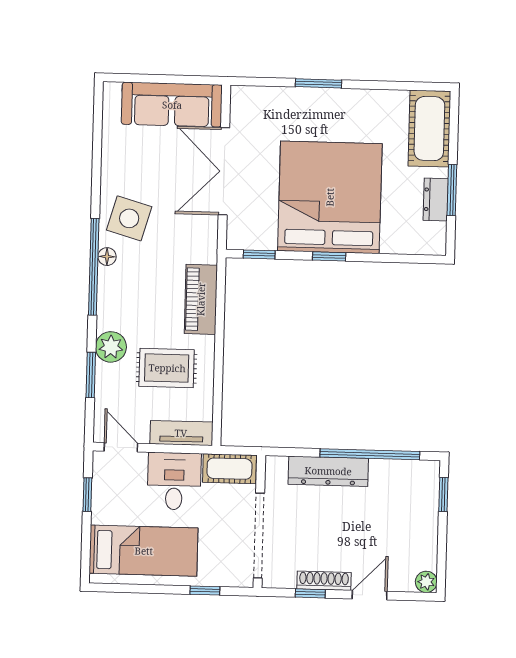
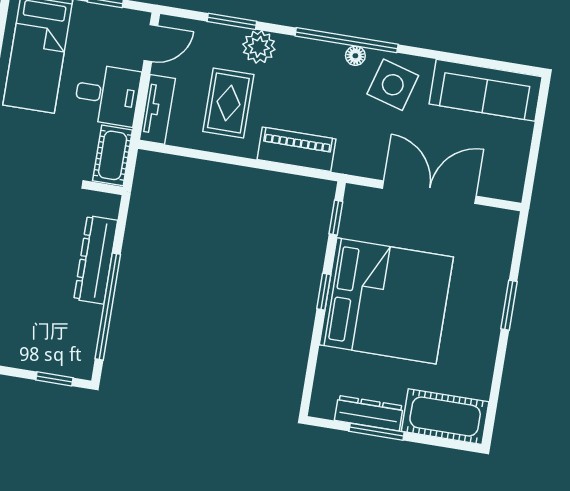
sofa: (172, 105) -> (486, 90), moved, turned -90
dresser: (436, 200) -> (369, 413), width x1.44

